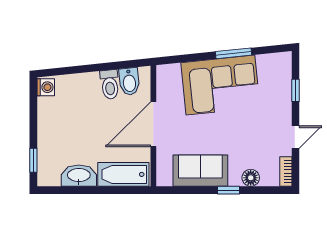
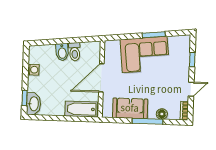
bidet: (129, 81) -> (62, 52), moved
washing machine: (46, 87) -> (33, 70), moved
washbasin: (79, 176) -> (34, 104), moved, turned 90
window: (228, 190) -> (148, 121), width x2.17

